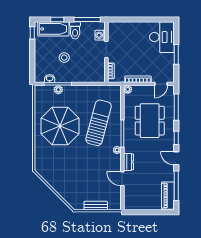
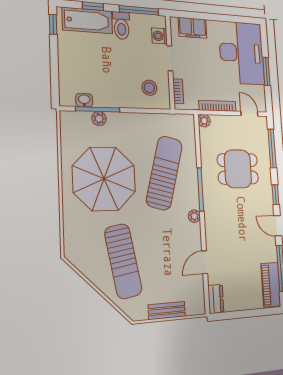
filing cabinet: (123, 28) -> (193, 28), added
desk: (162, 37) -> (242, 53), width x1.36, depth x1.30
stool: (64, 58) -> (149, 88), moved
door: (161, 84) -> (249, 114), swing flipped
dining table: (150, 121) -> (238, 169), width x0.73
dresser: (128, 162) -> (216, 299), moved
sun lounger: (70, 175) -> (123, 261), added
door: (122, 179) -> (205, 262), hinge flipped

